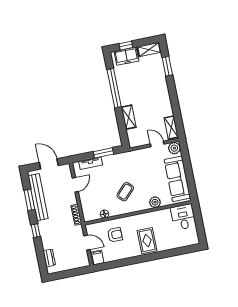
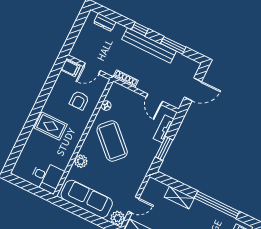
coffee table: (125, 192) -> (112, 141), width x1.86, depth x1.72
bench: (38, 197) -> (149, 45), moved

